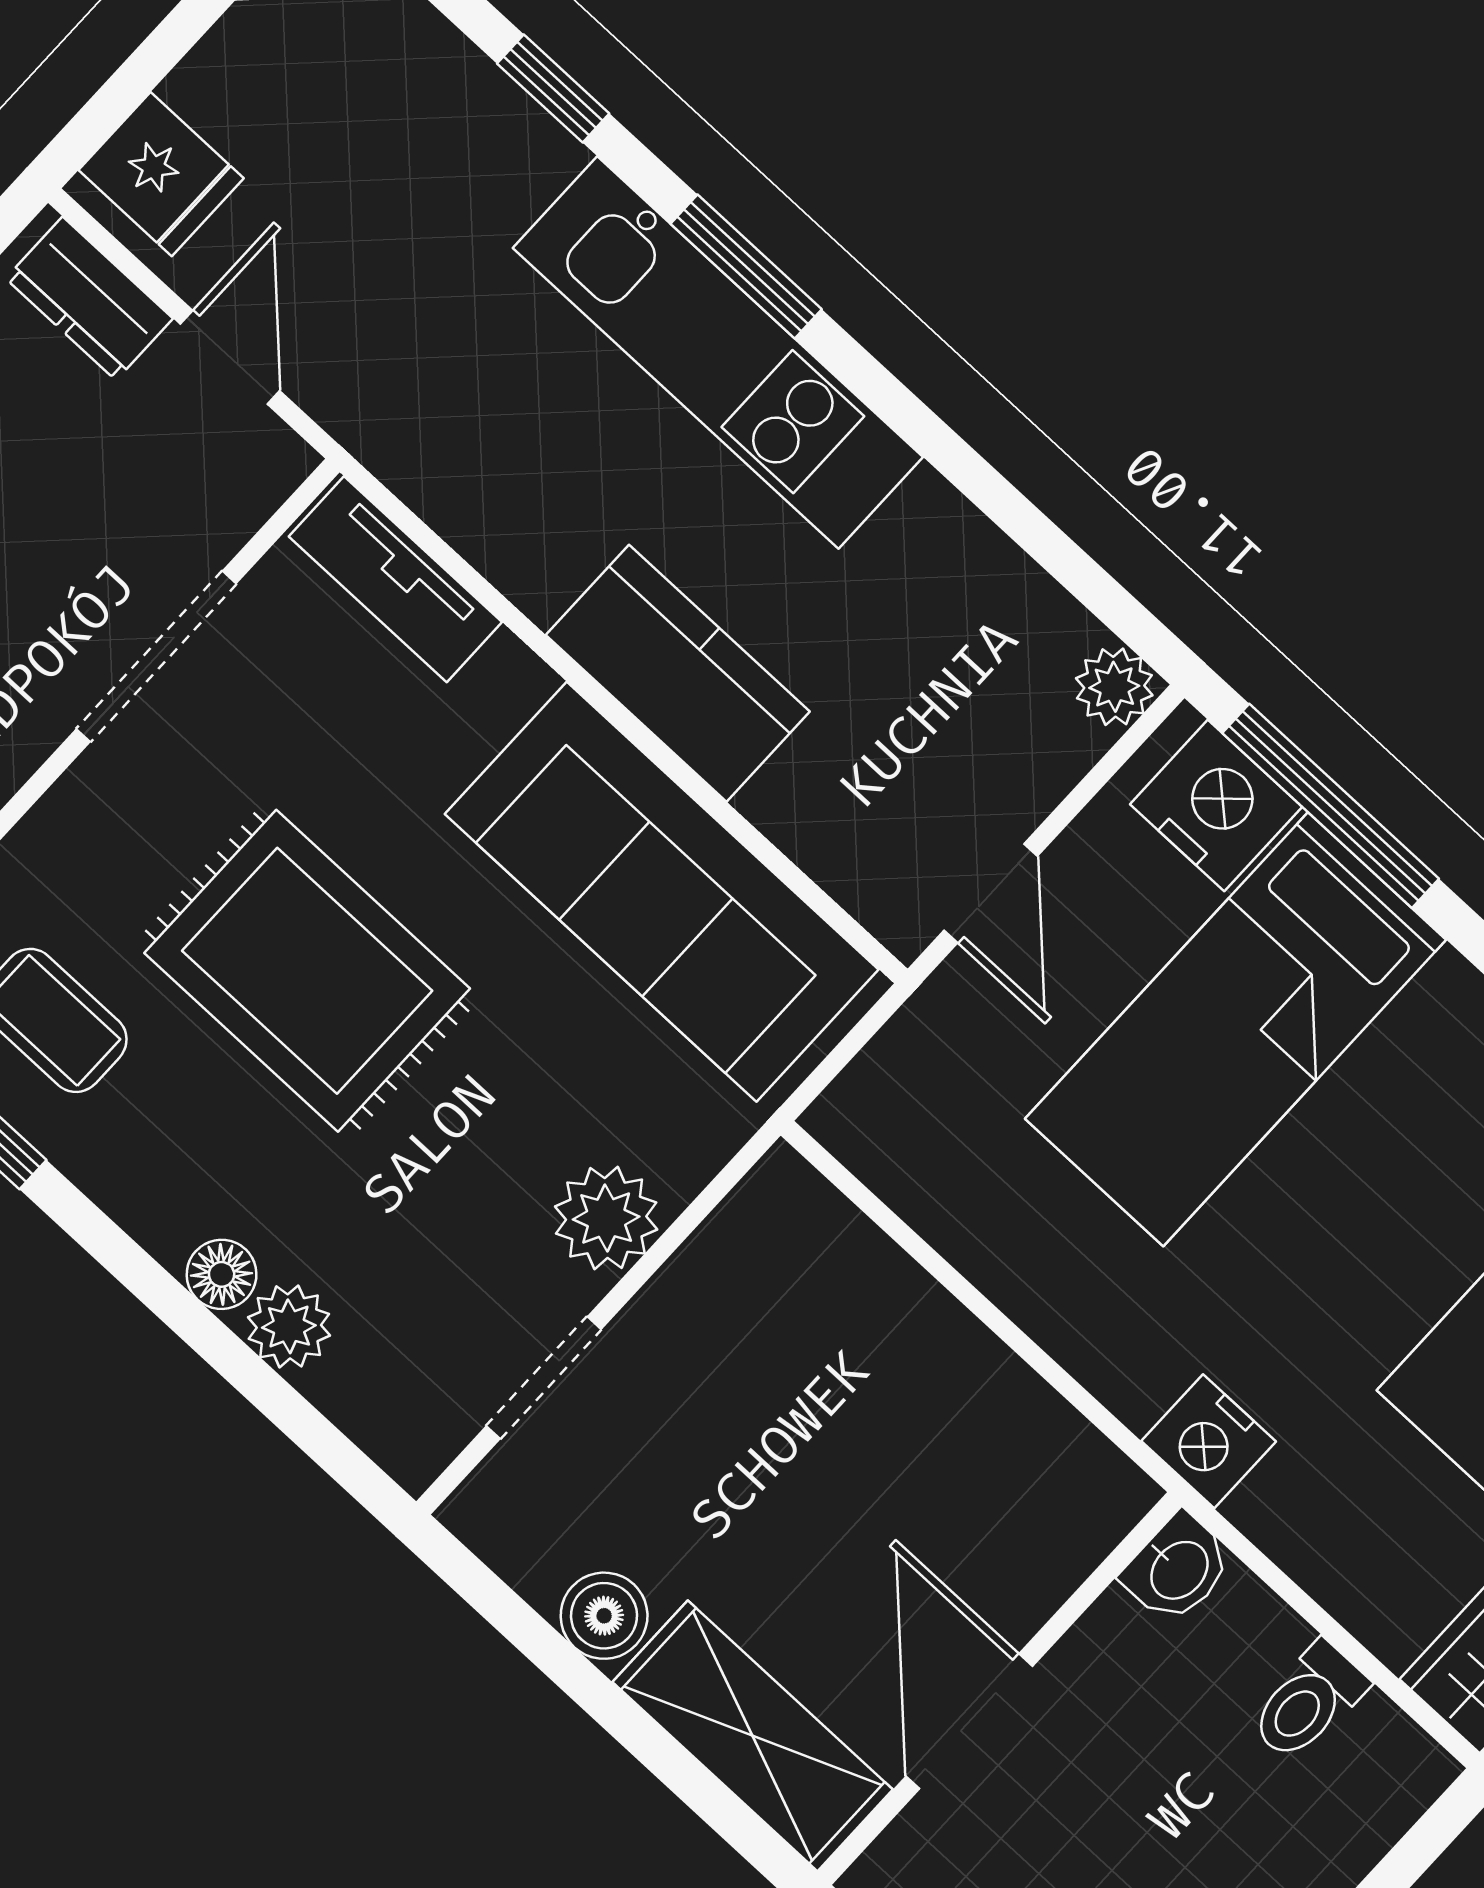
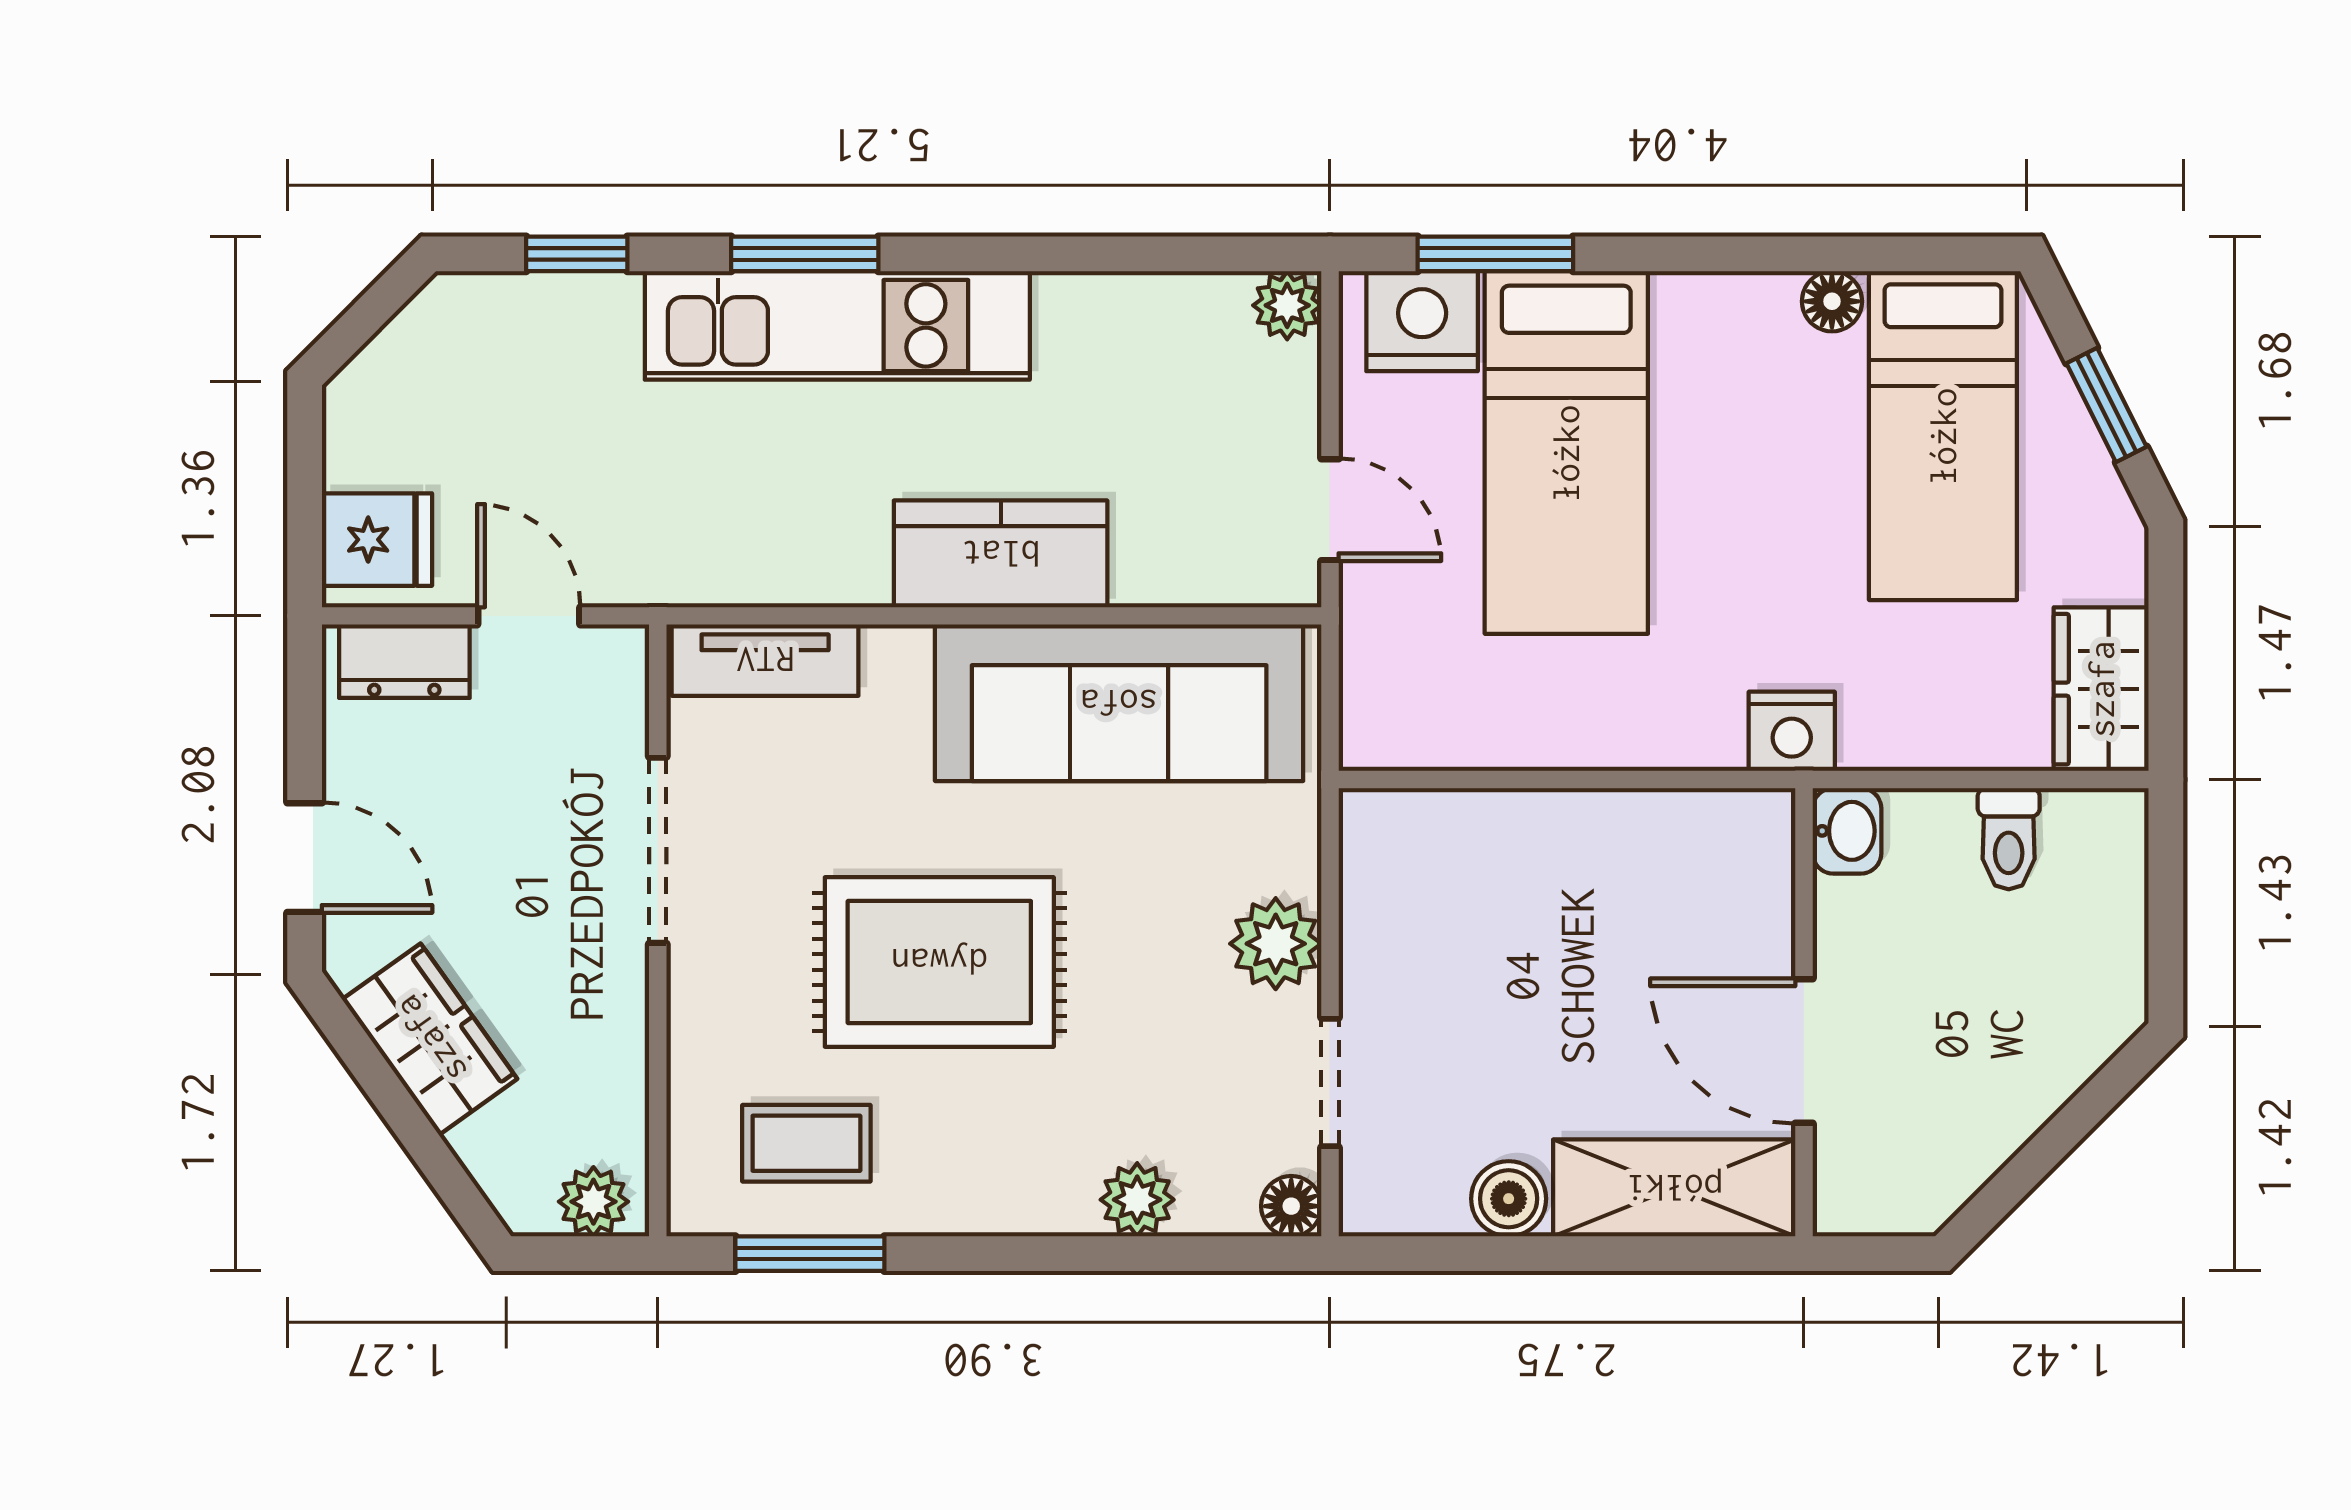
window: (1331, 806) -> (1495, 254), width x0.69
floor lamp: (222, 1274) -> (1291, 1206), moved

